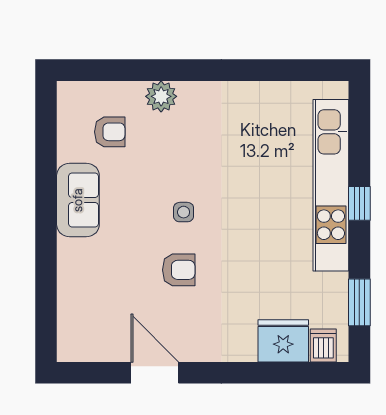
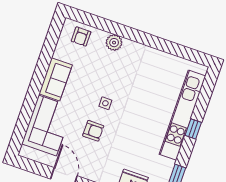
armchair: (110, 132) -> (81, 37), moved, turned 90
corner sofa: (92, 289) -> (47, 125), added

